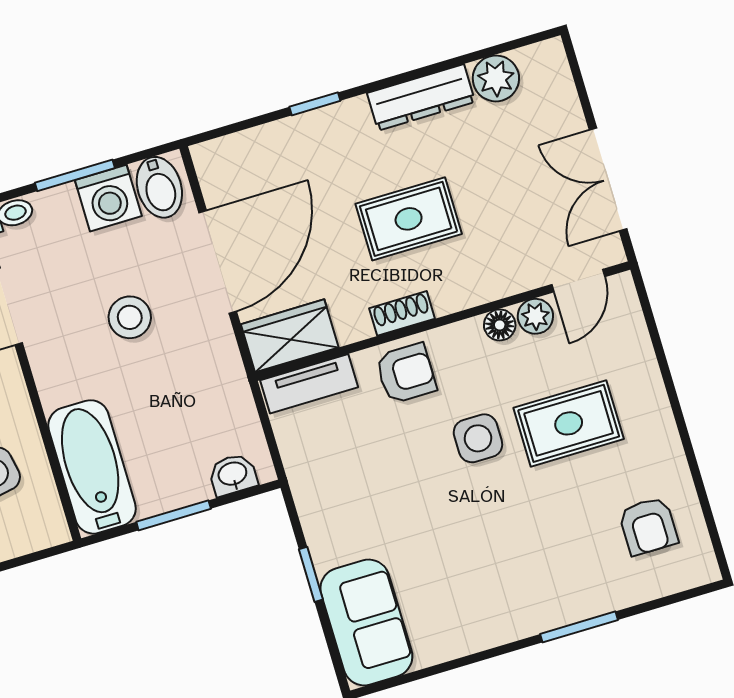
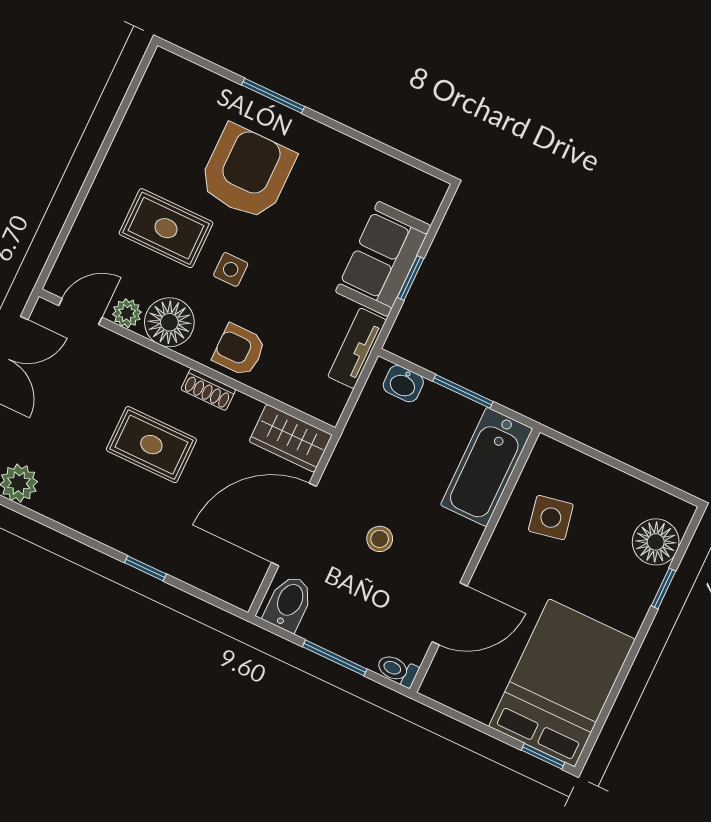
dresser: (421, 97) -> (76, 513), removed
washing machine: (108, 198) -> (326, 625), removed
stool: (130, 317) -> (380, 539), width x0.73, depth x0.73
floor lamp: (500, 325) -> (169, 322), width x1.89, depth x1.89
tv unit: (309, 384) -> (357, 348), moved, turned -90
side table: (478, 438) -> (231, 269), width x0.73, depth x0.73
armchair: (648, 526) -> (247, 172), moved, width x1.88, depth x1.88
sofa: (366, 622) -> (383, 259), moved

